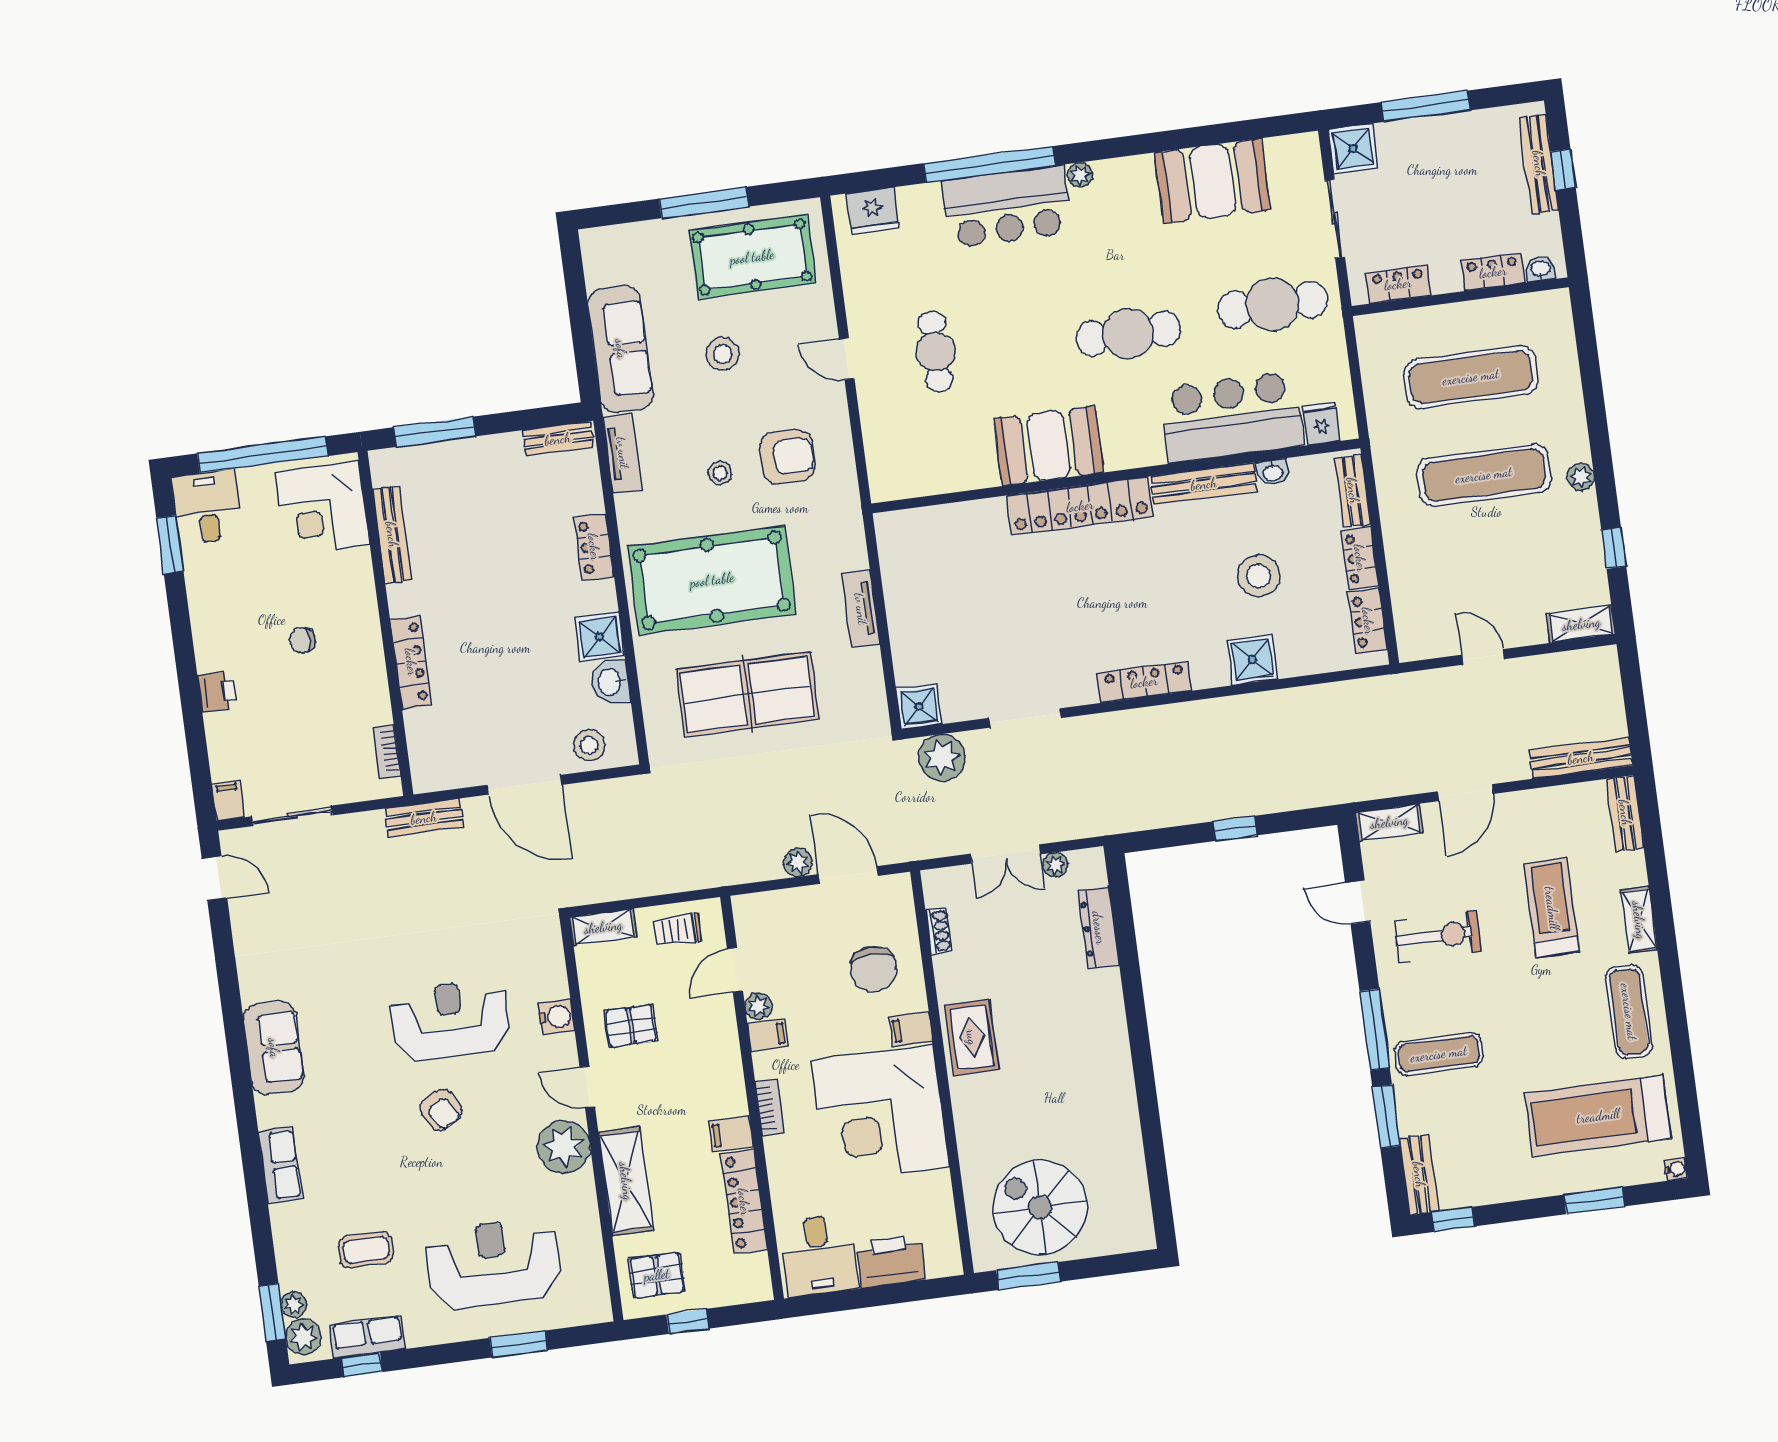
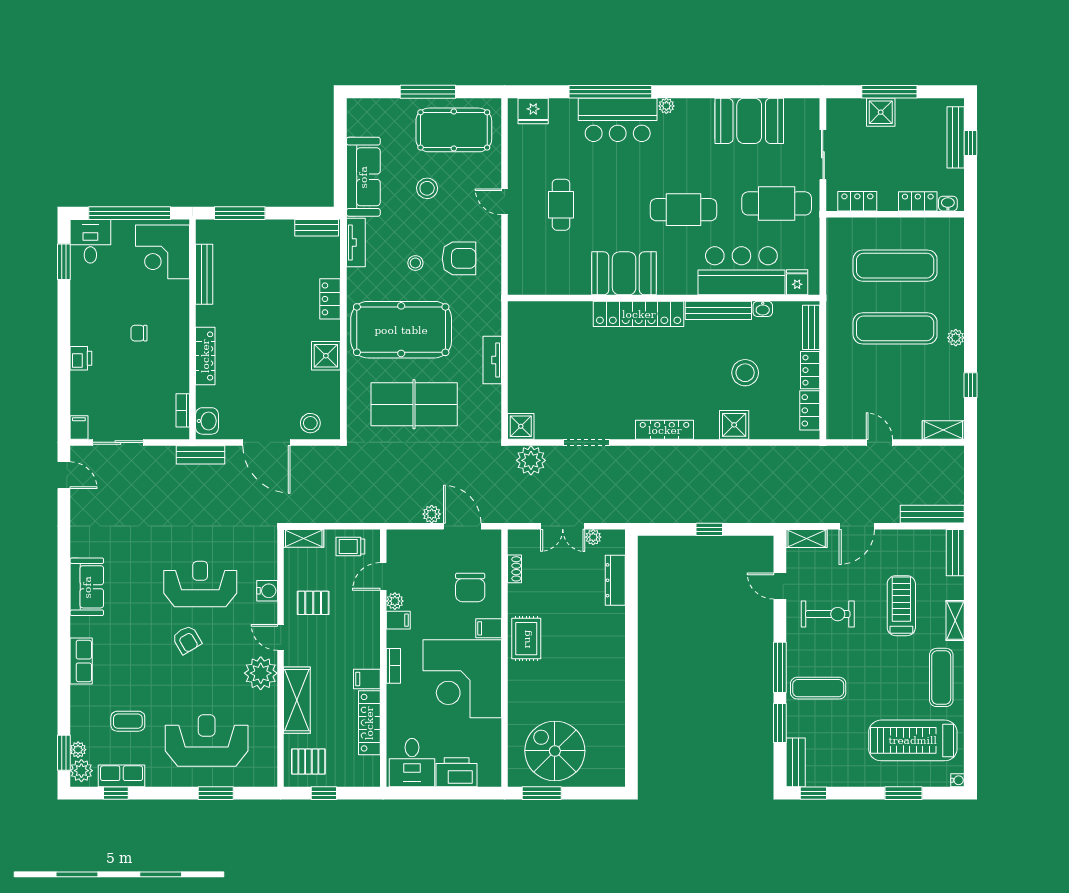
shower: (1353, 149) -> (881, 112), moved
washbasin: (610, 682) -> (207, 421), moved, turned 180

